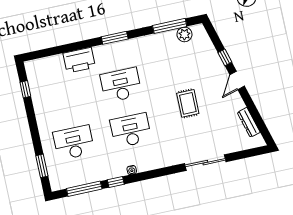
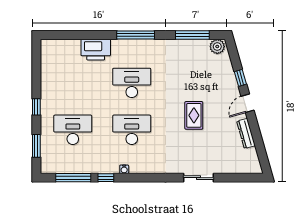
plant: (184, 34) -> (217, 47), moved
window: (115, 38) -> (136, 35), width x1.44
window: (25, 89) -> (36, 107), moved
dresser: (249, 122) -> (246, 133), moved
sliding door: (205, 163) -> (199, 178), width x0.73

